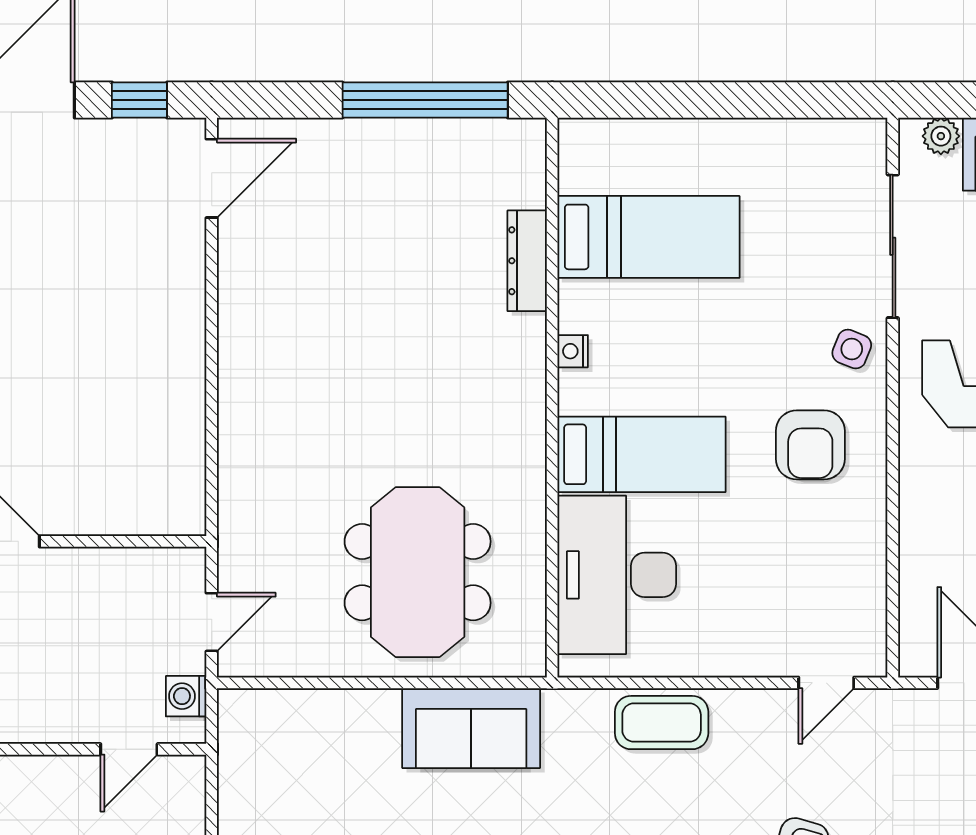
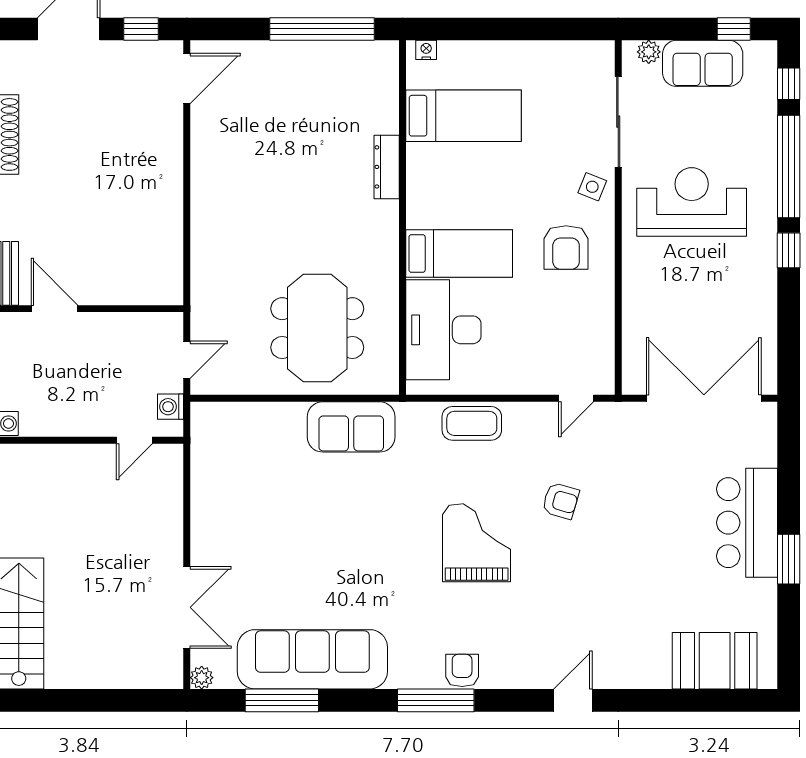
dresser: (527, 261) -> (387, 167), moved
nightstand: (573, 351) -> (426, 50), moved, turned 90

